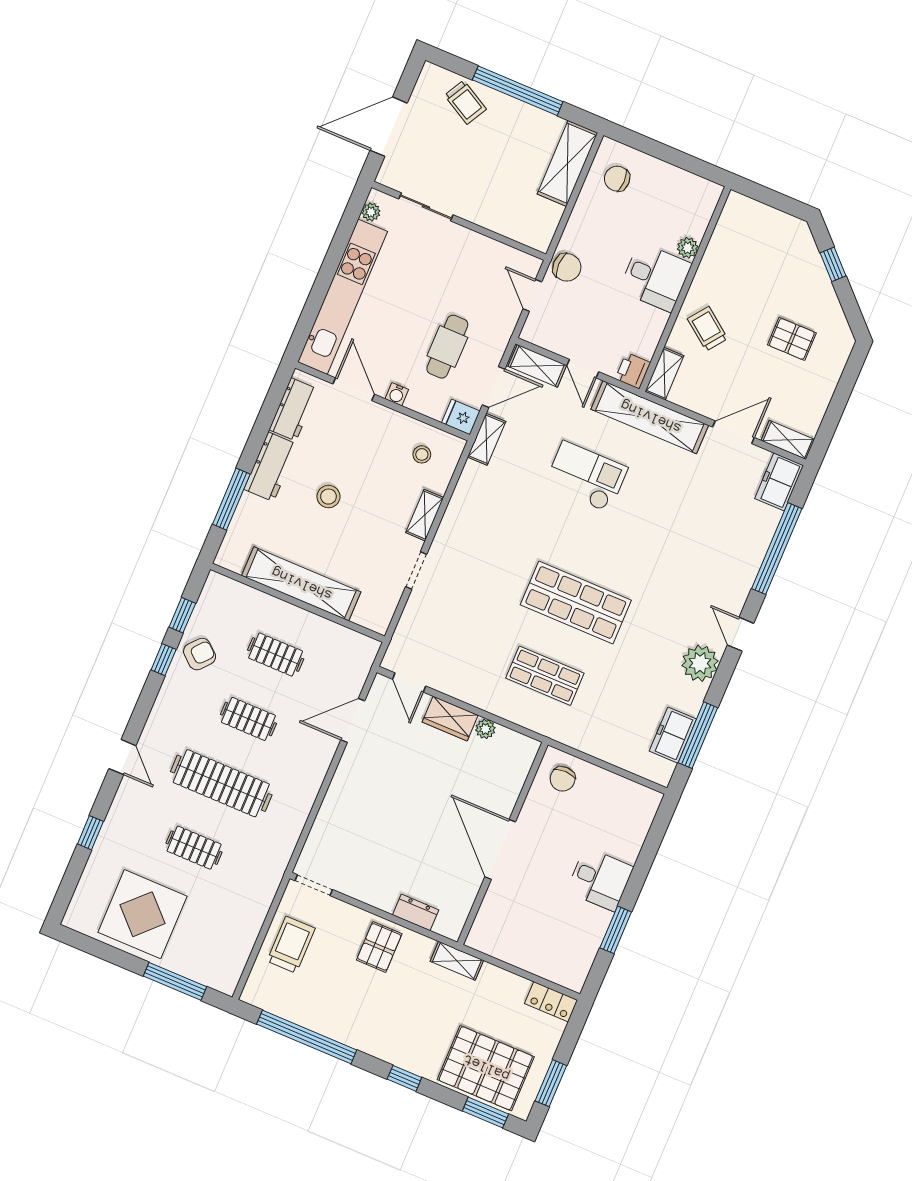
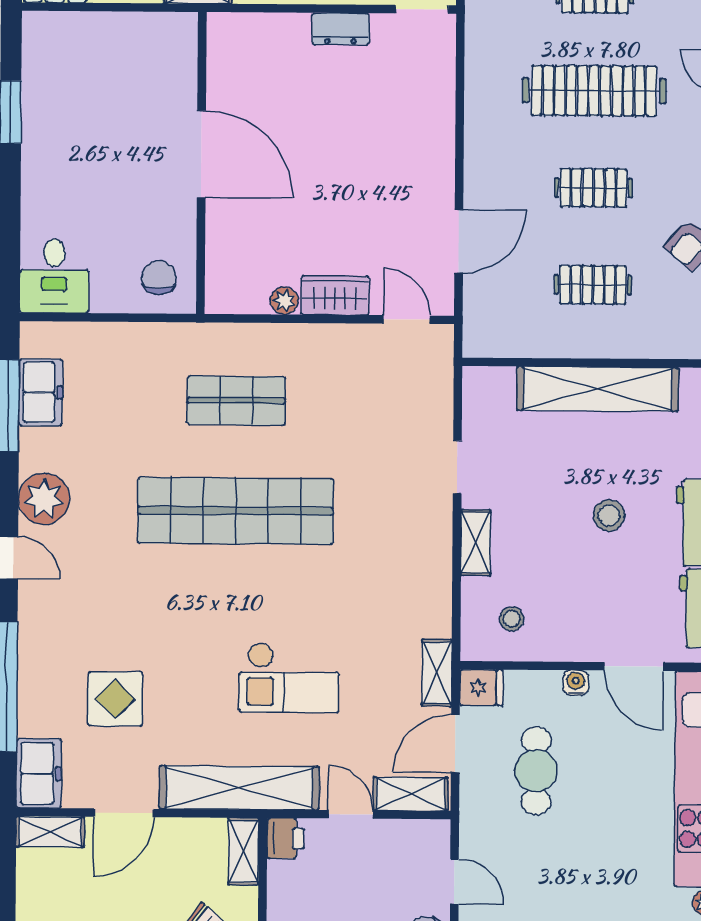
display table: (708, 510) -> (115, 699), added
shop shelf: (576, 602) -> (236, 511), width x1.40
desk: (600, 879) -> (54, 276), moved, turned -90
dresser: (416, 912) -> (341, 29), moved

